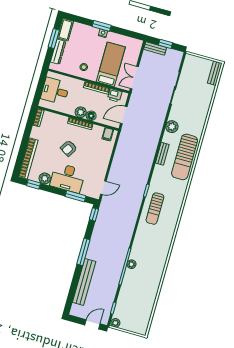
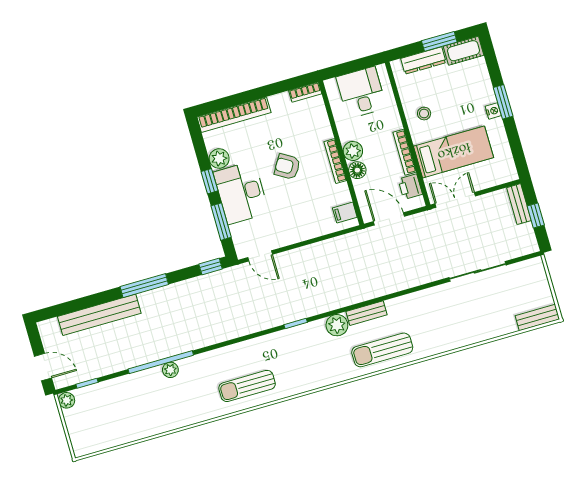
plant: (172, 127) -> (337, 325), moved
sun lounger: (185, 157) -> (382, 350), width x0.73, depth x0.75
window: (34, 184) -> (210, 181), moved
sun lounger: (155, 209) -> (247, 386), moved

